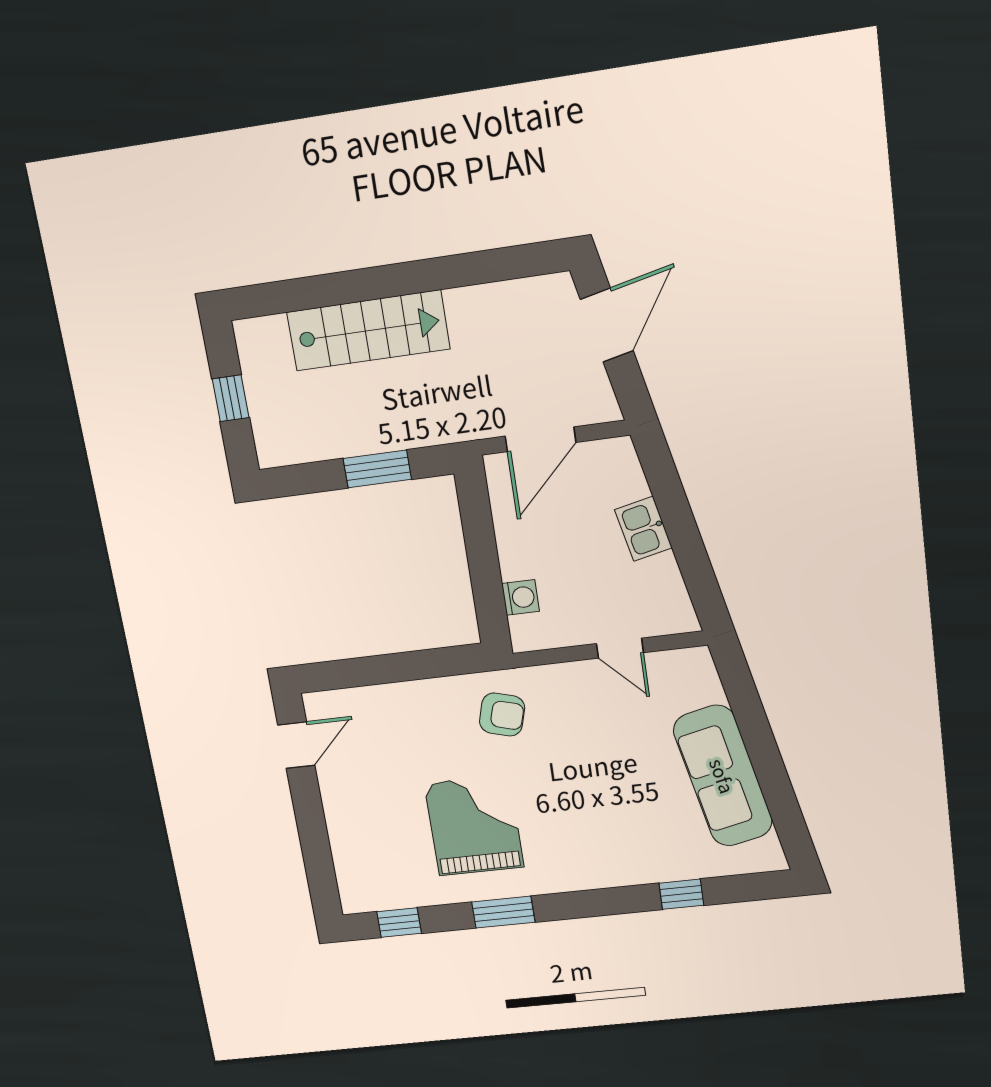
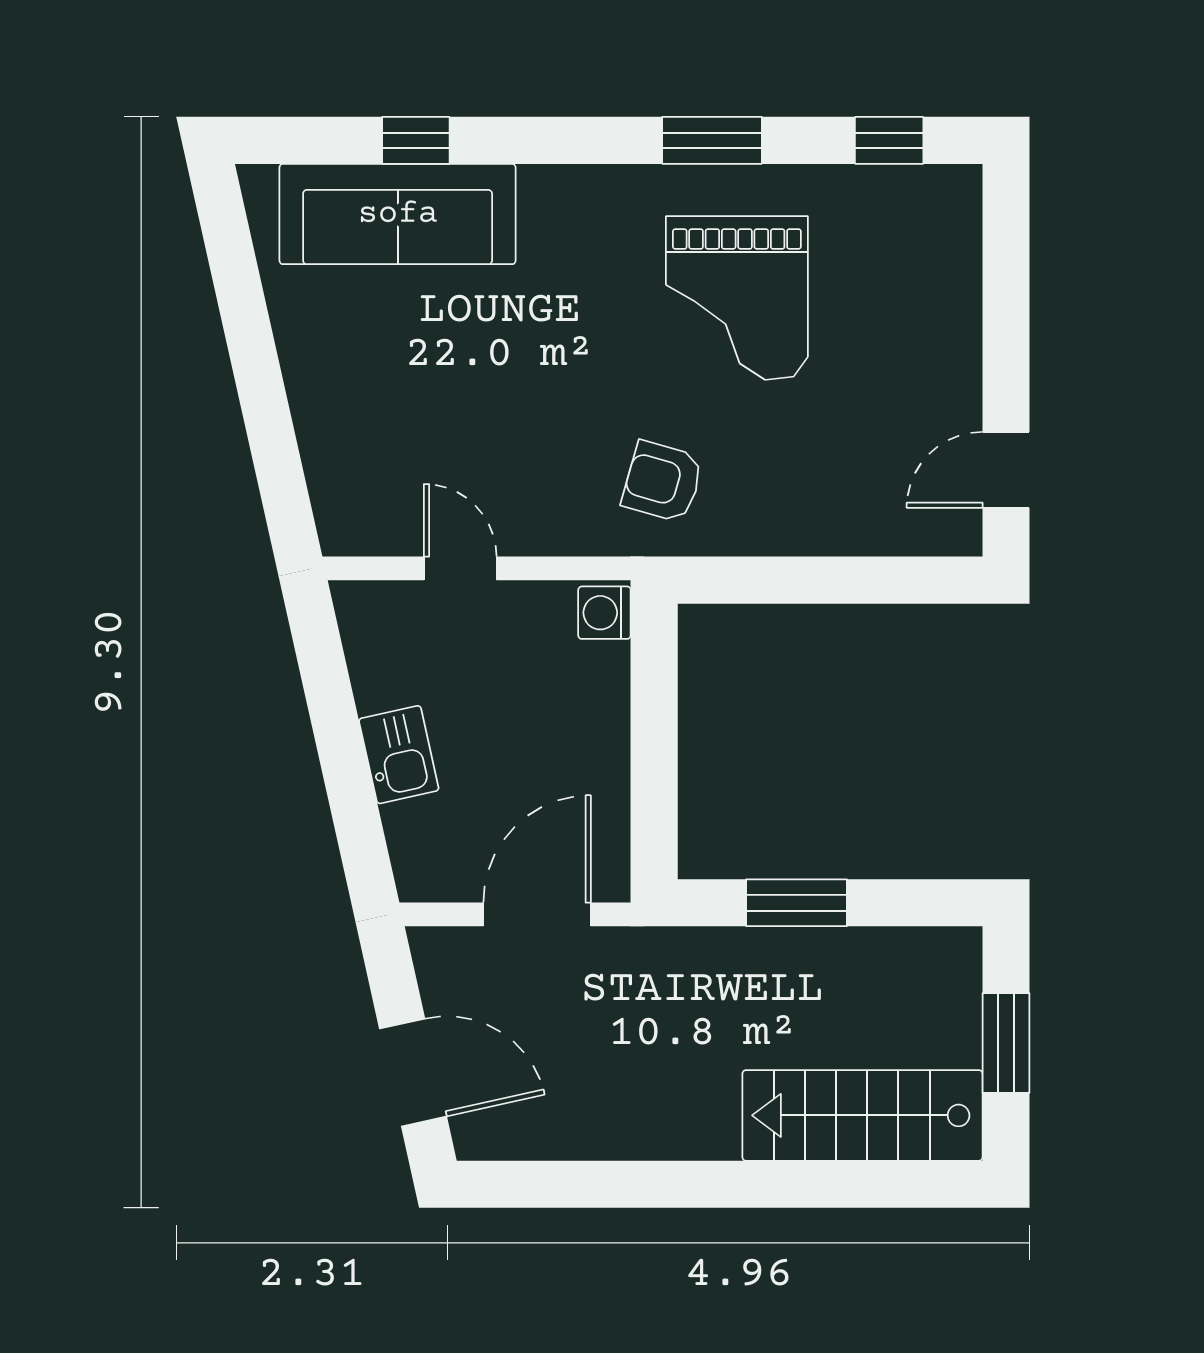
door: (607, 325) -> (413, 1073), swing flipped
stairs: (368, 331) -> (862, 1115), moved
window: (231, 398) -> (1006, 1043), width x1.50
washing machine: (521, 597) -> (604, 613), moved
sofa: (723, 776) -> (398, 214), moved, turned 103

